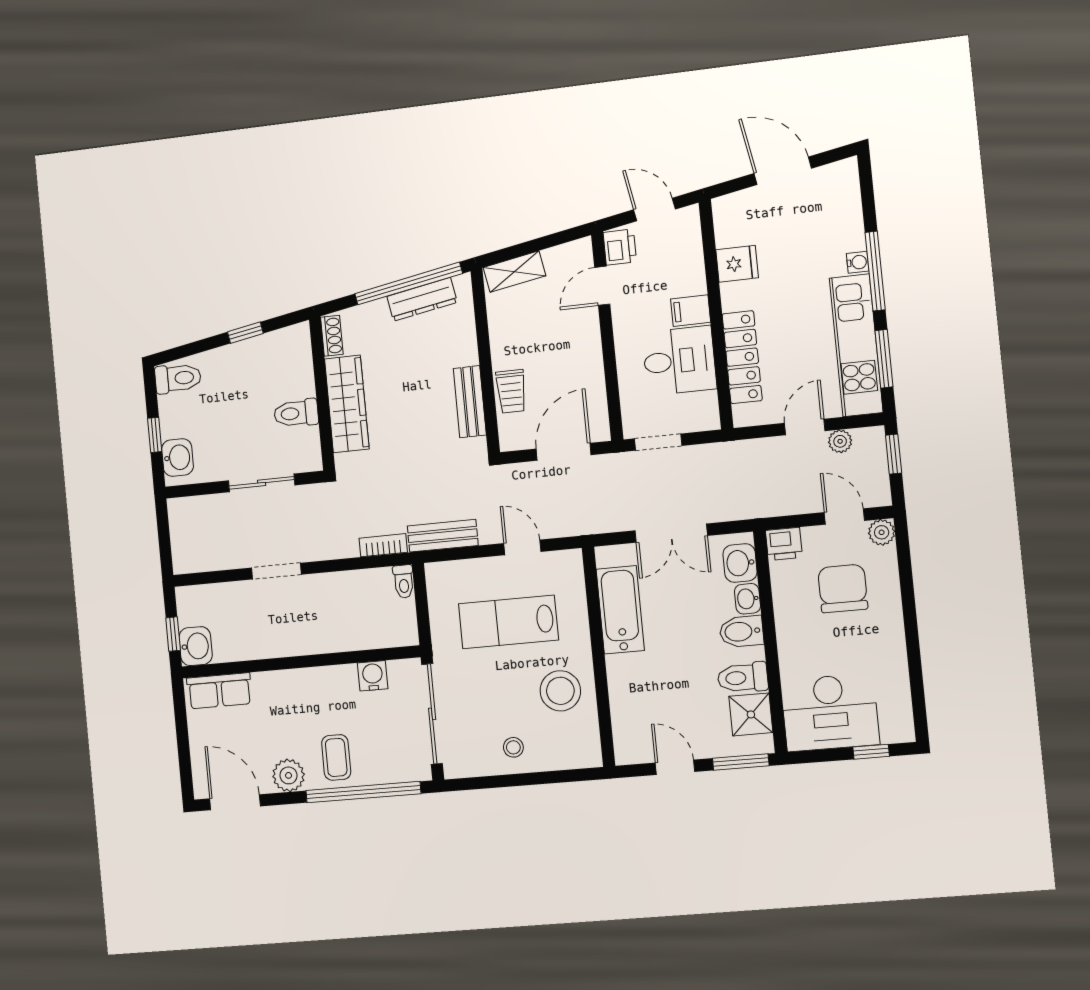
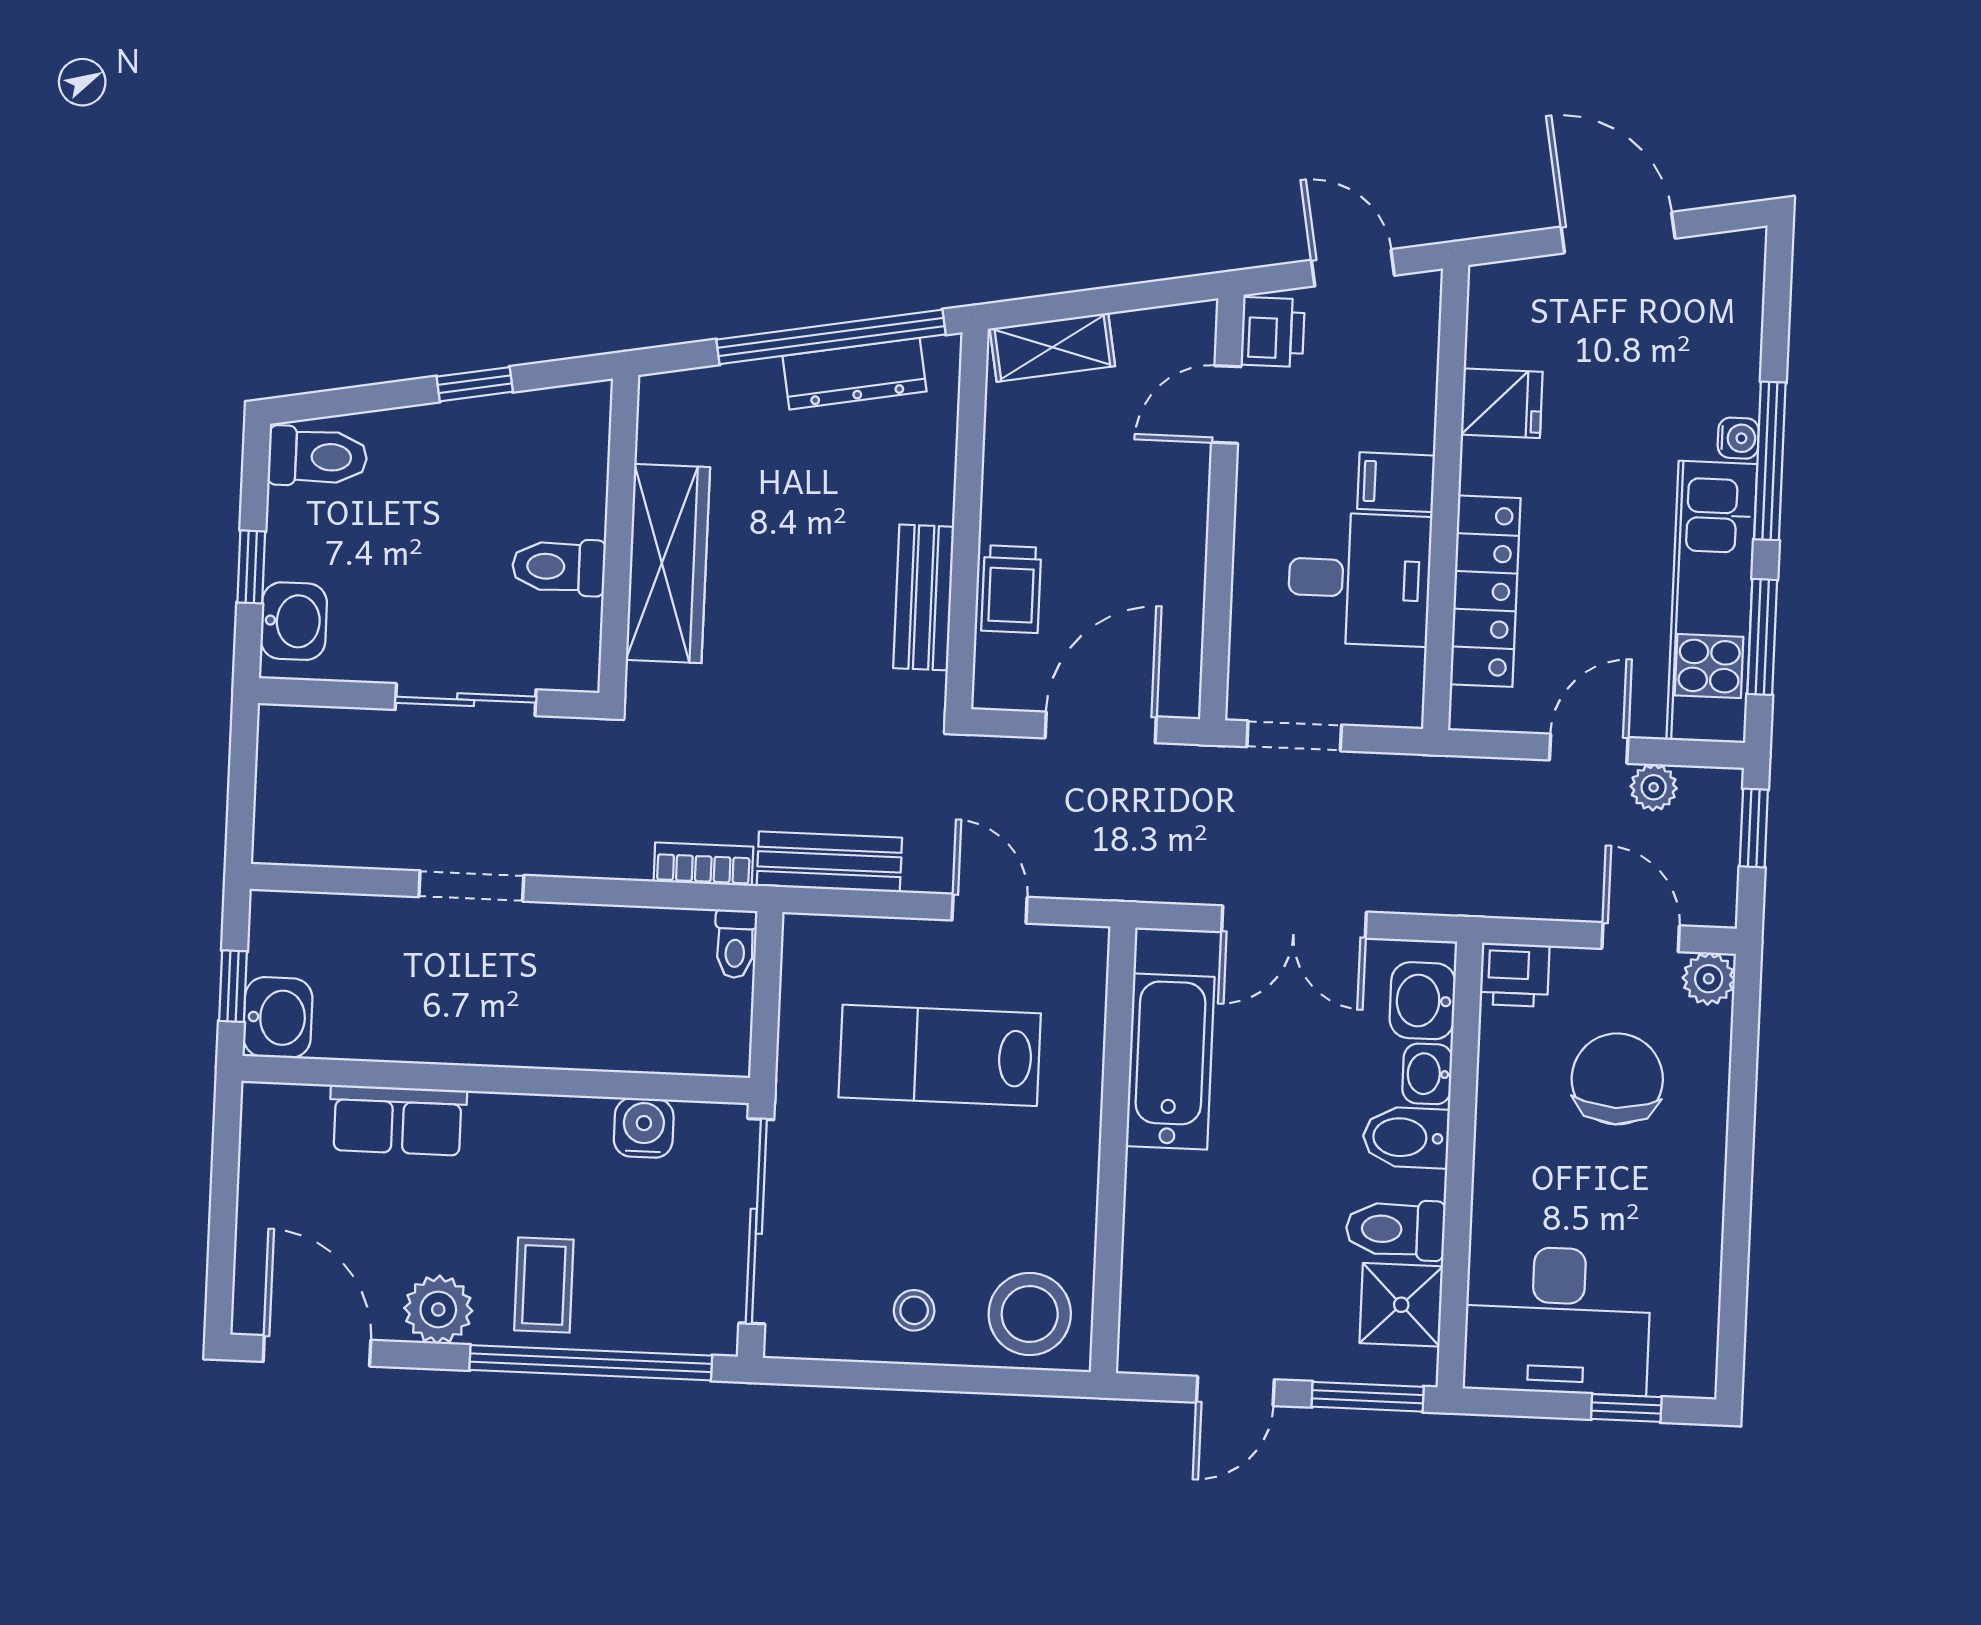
shoe rack: (332, 336) -> (656, 419), removed
row of seats: (219, 691) -> (398, 1120), moved
stool: (560, 691) -> (1030, 1314), moved
door: (675, 767) -> (1235, 1391), swing flipped

